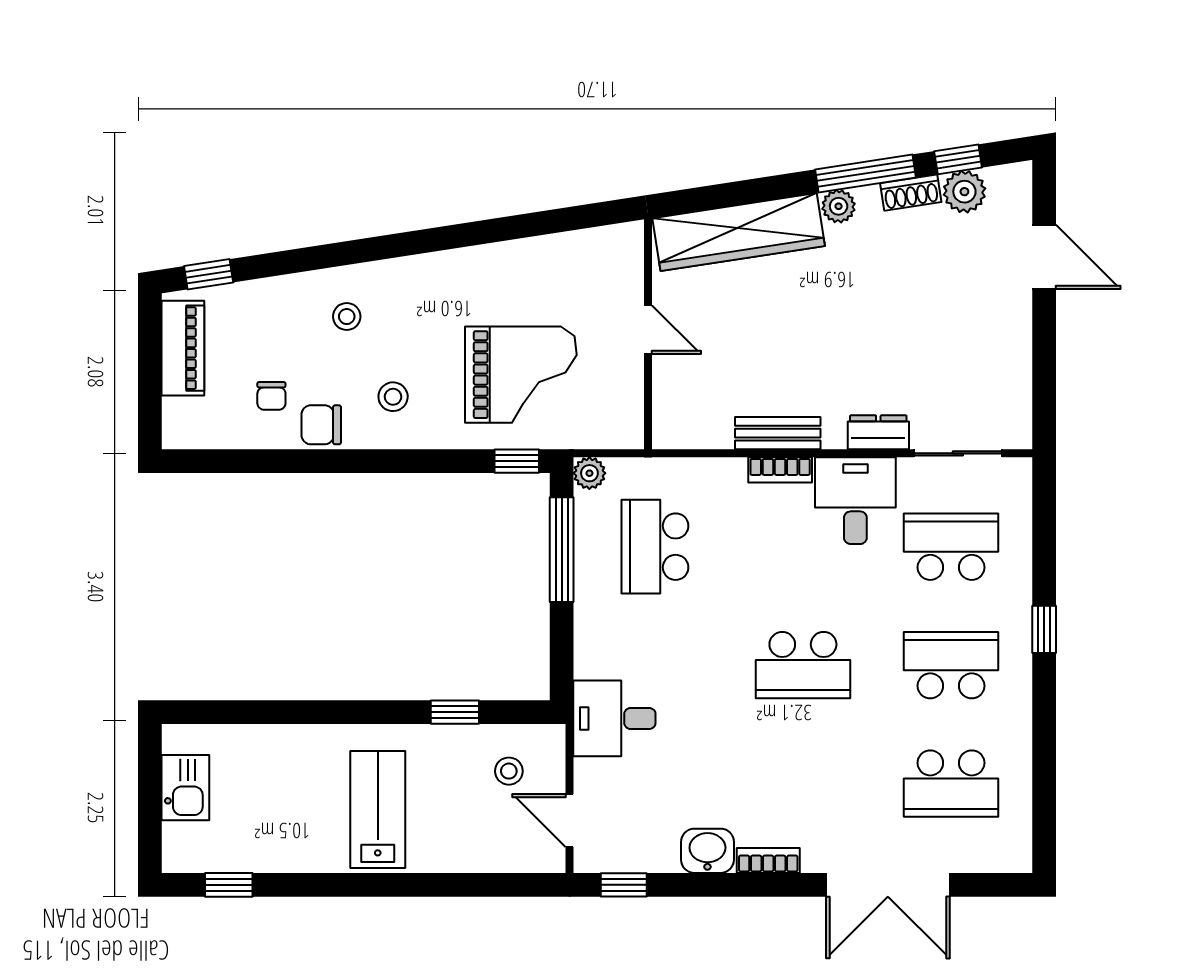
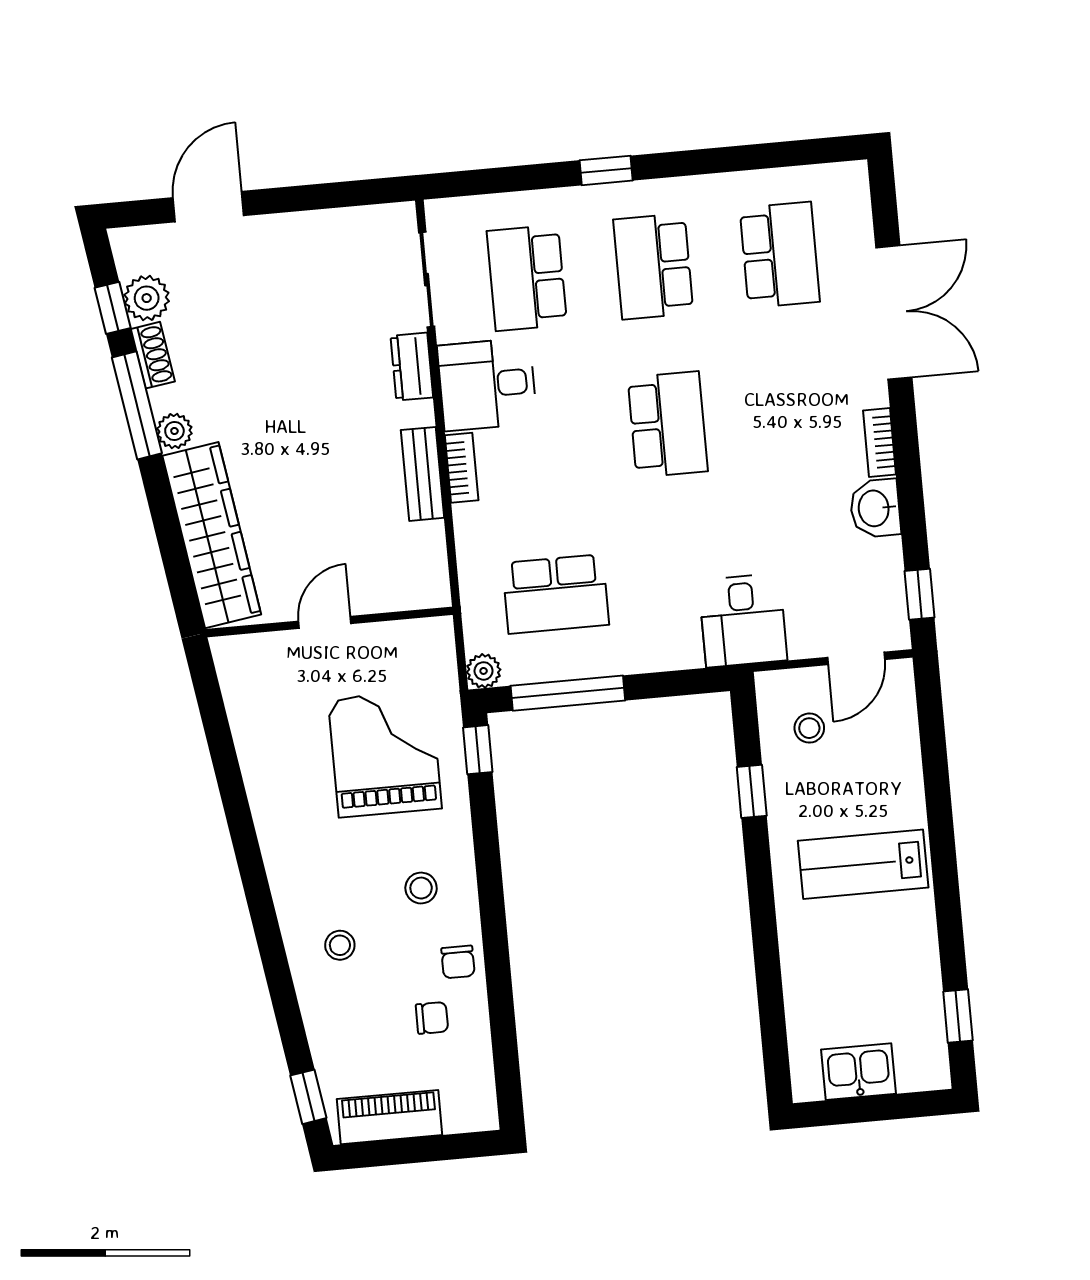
chair: (321, 425) -> (458, 962), width x0.73, depth x0.73

